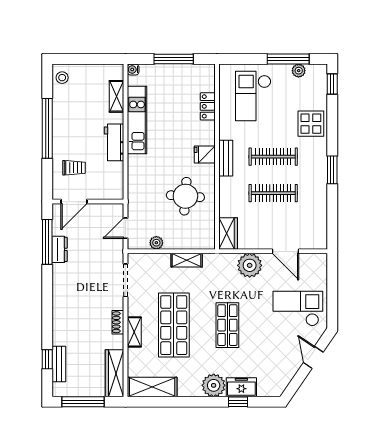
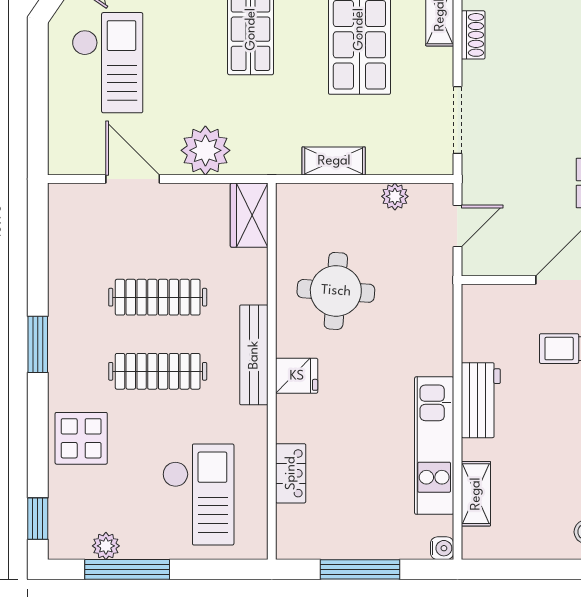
bench: (226, 158) -> (254, 355), width x1.36
checkout: (298, 309) -> (107, 63), turned -90

